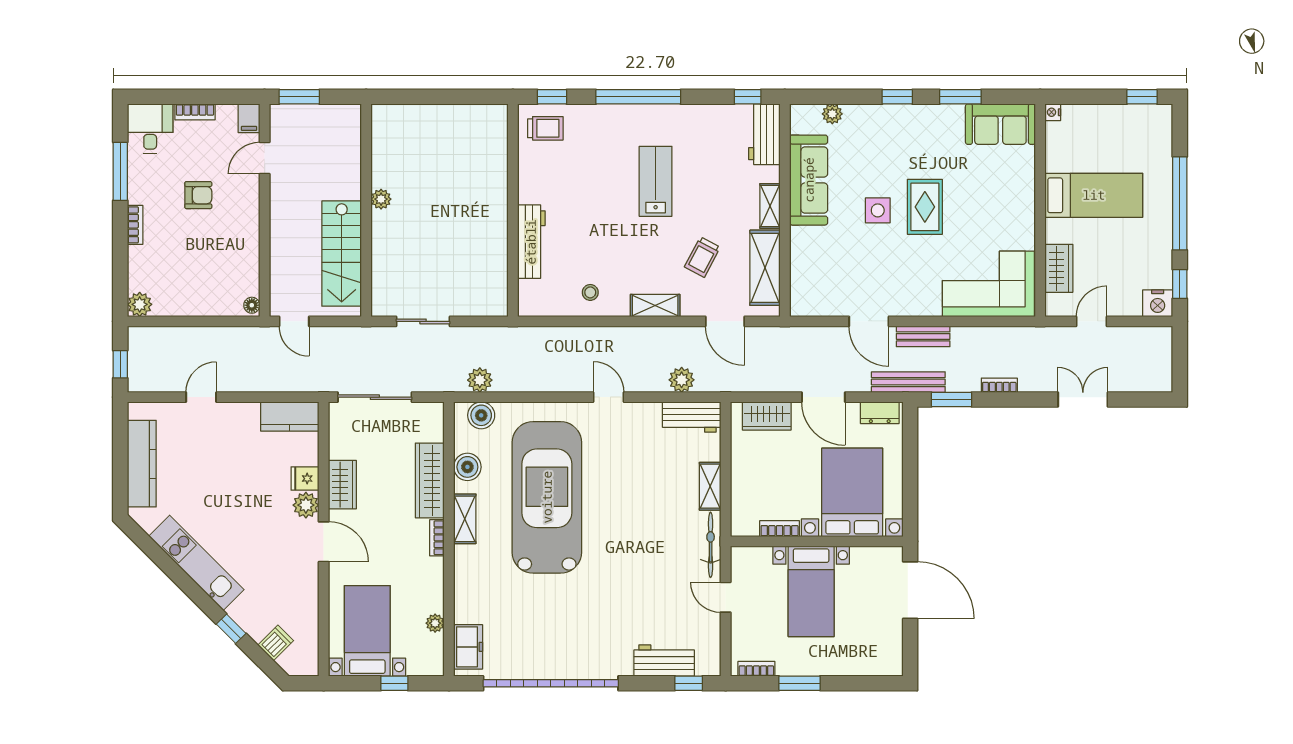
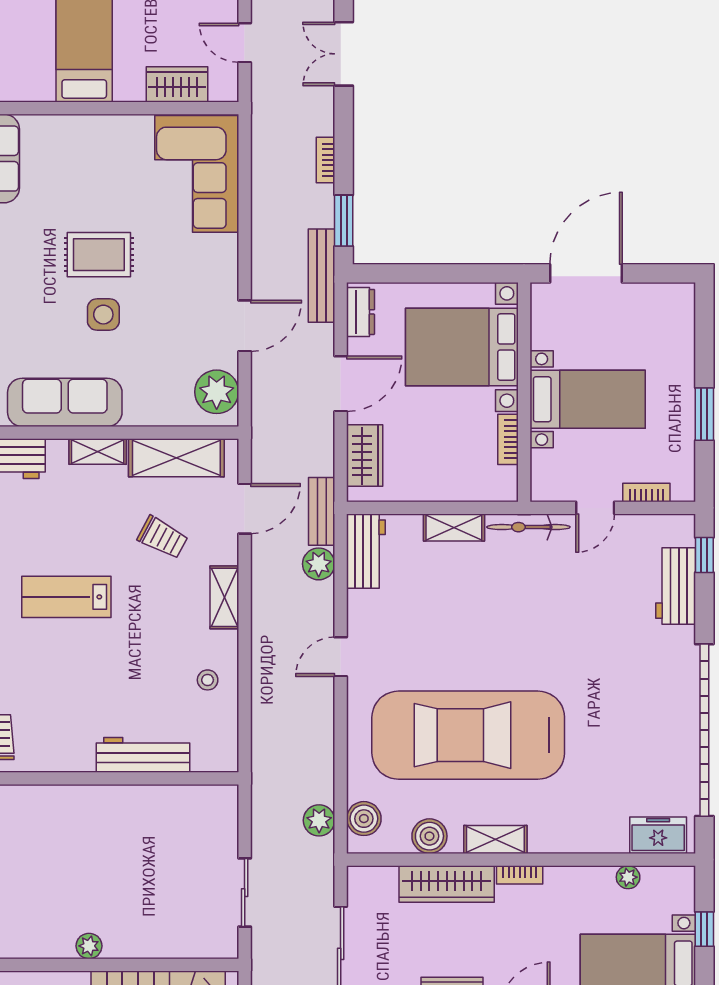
plant: (817, 300) -> (217, 392), added
bench: (923, 336) -> (322, 511), moved
bookcase: (756, 669) -> (646, 492), moved, turned 90

